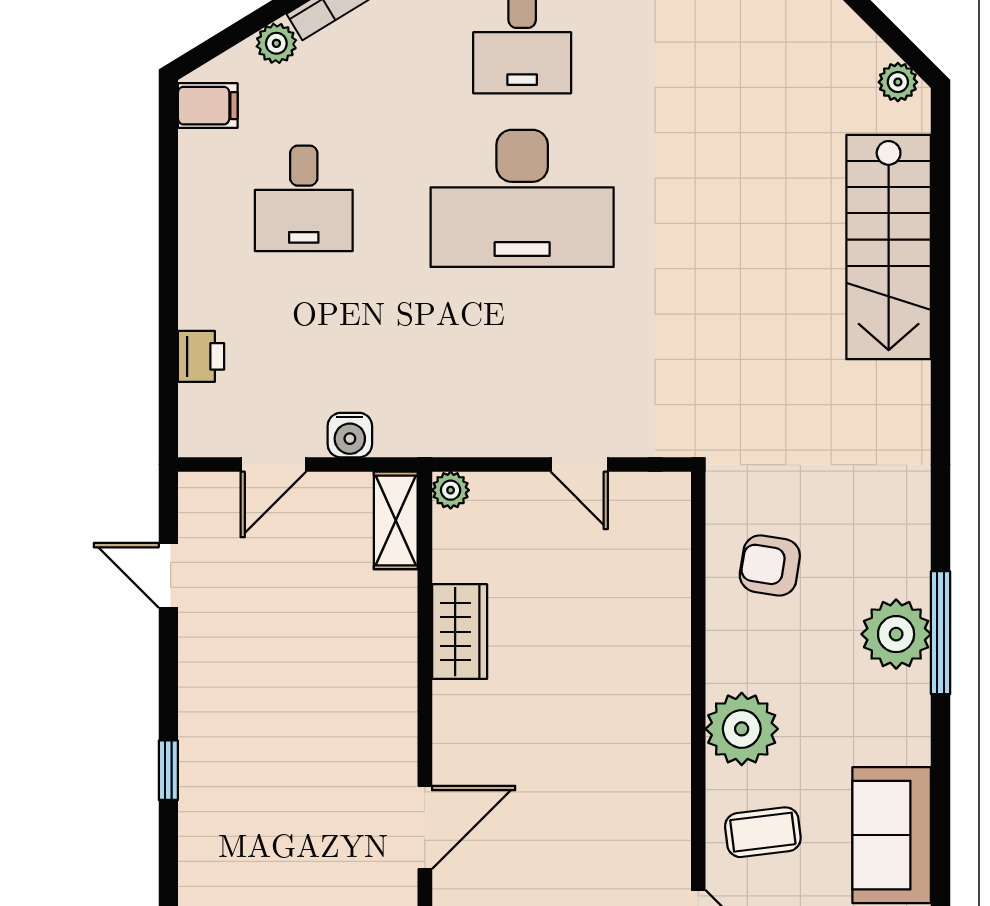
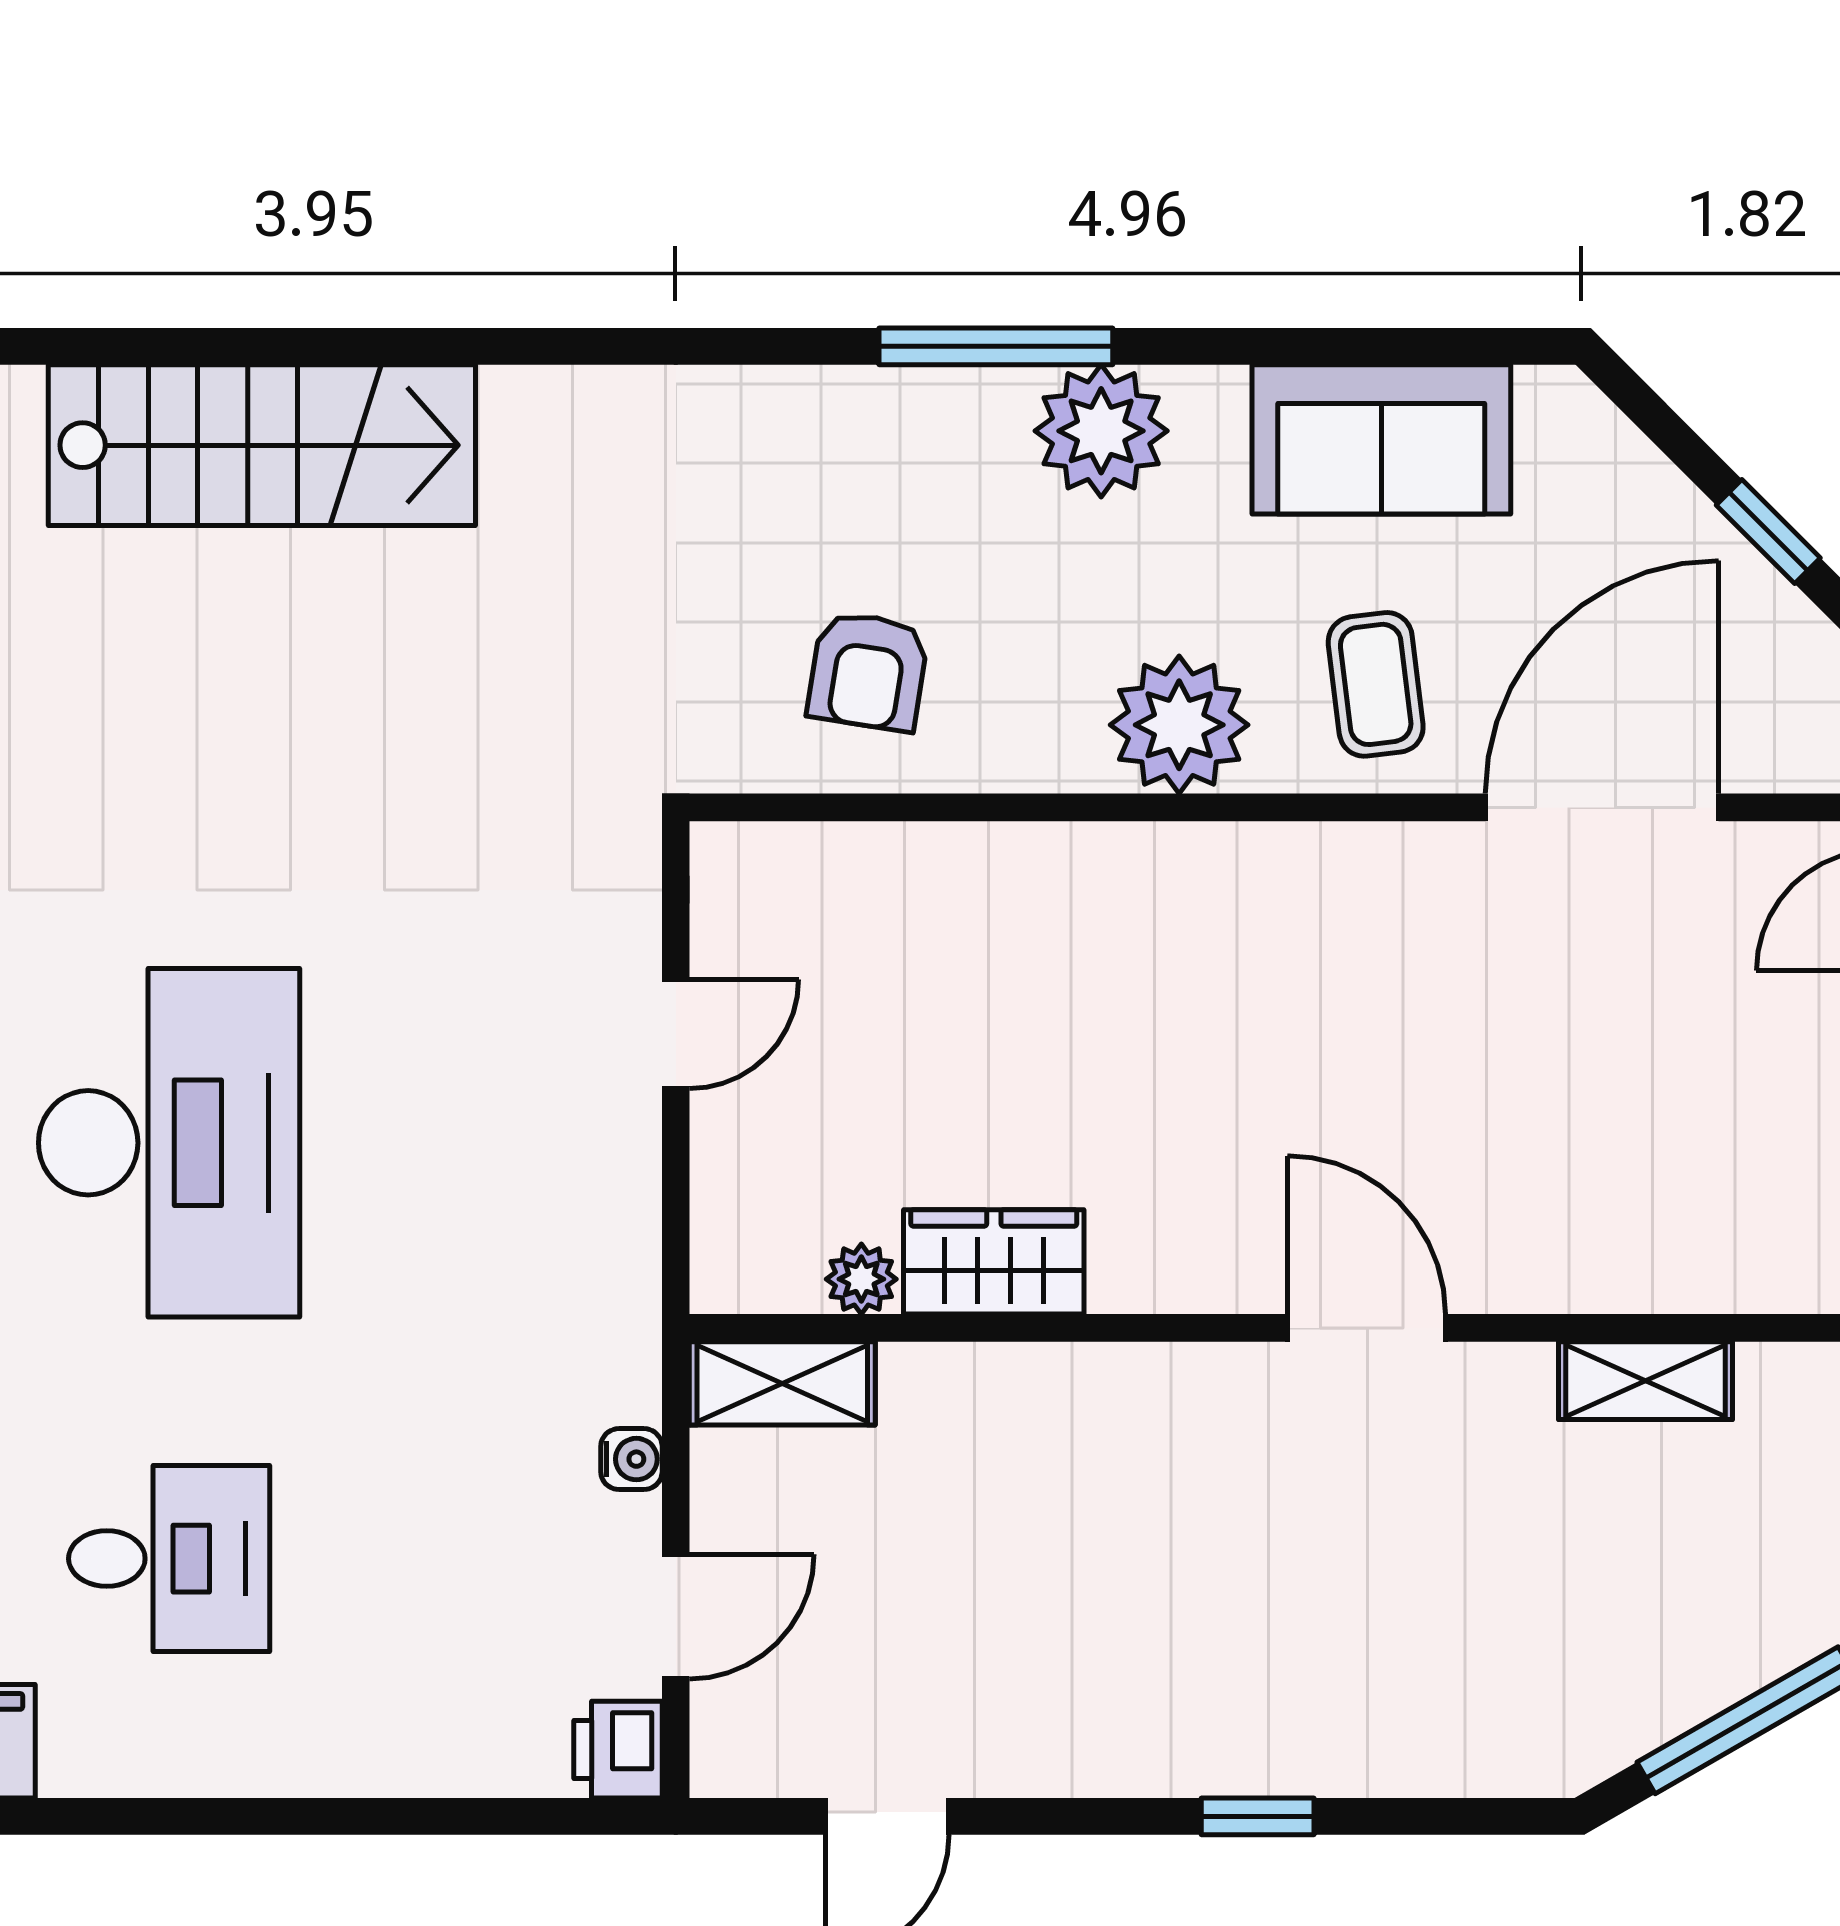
printer: (201, 356) -> (618, 1750), moved, turned -90
water cooler: (350, 435) -> (631, 1459), width x0.72, depth x0.72
door: (273, 465) -> (676, 1616), hinge flipped
plant: (451, 490) -> (861, 1279), moved
plant: (896, 634) -> (1101, 431), moved

